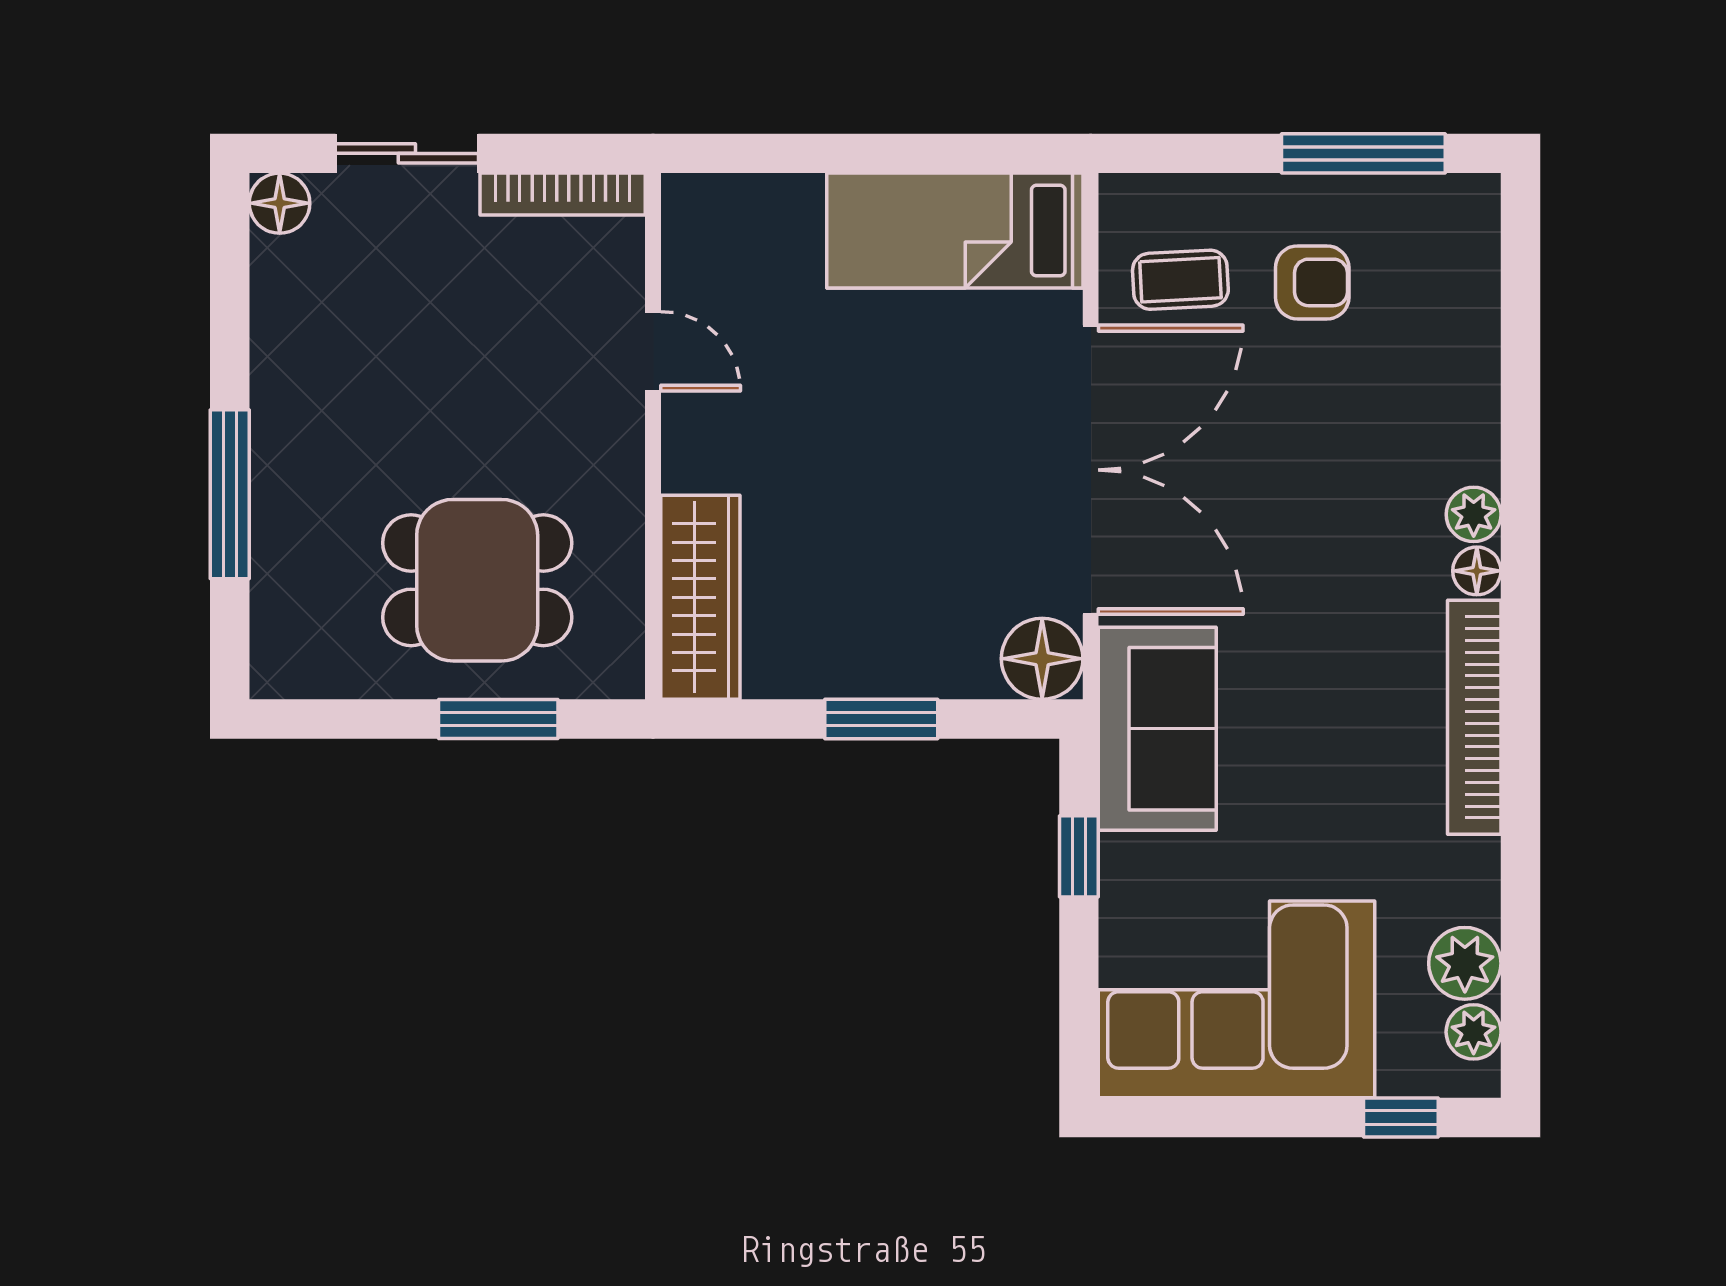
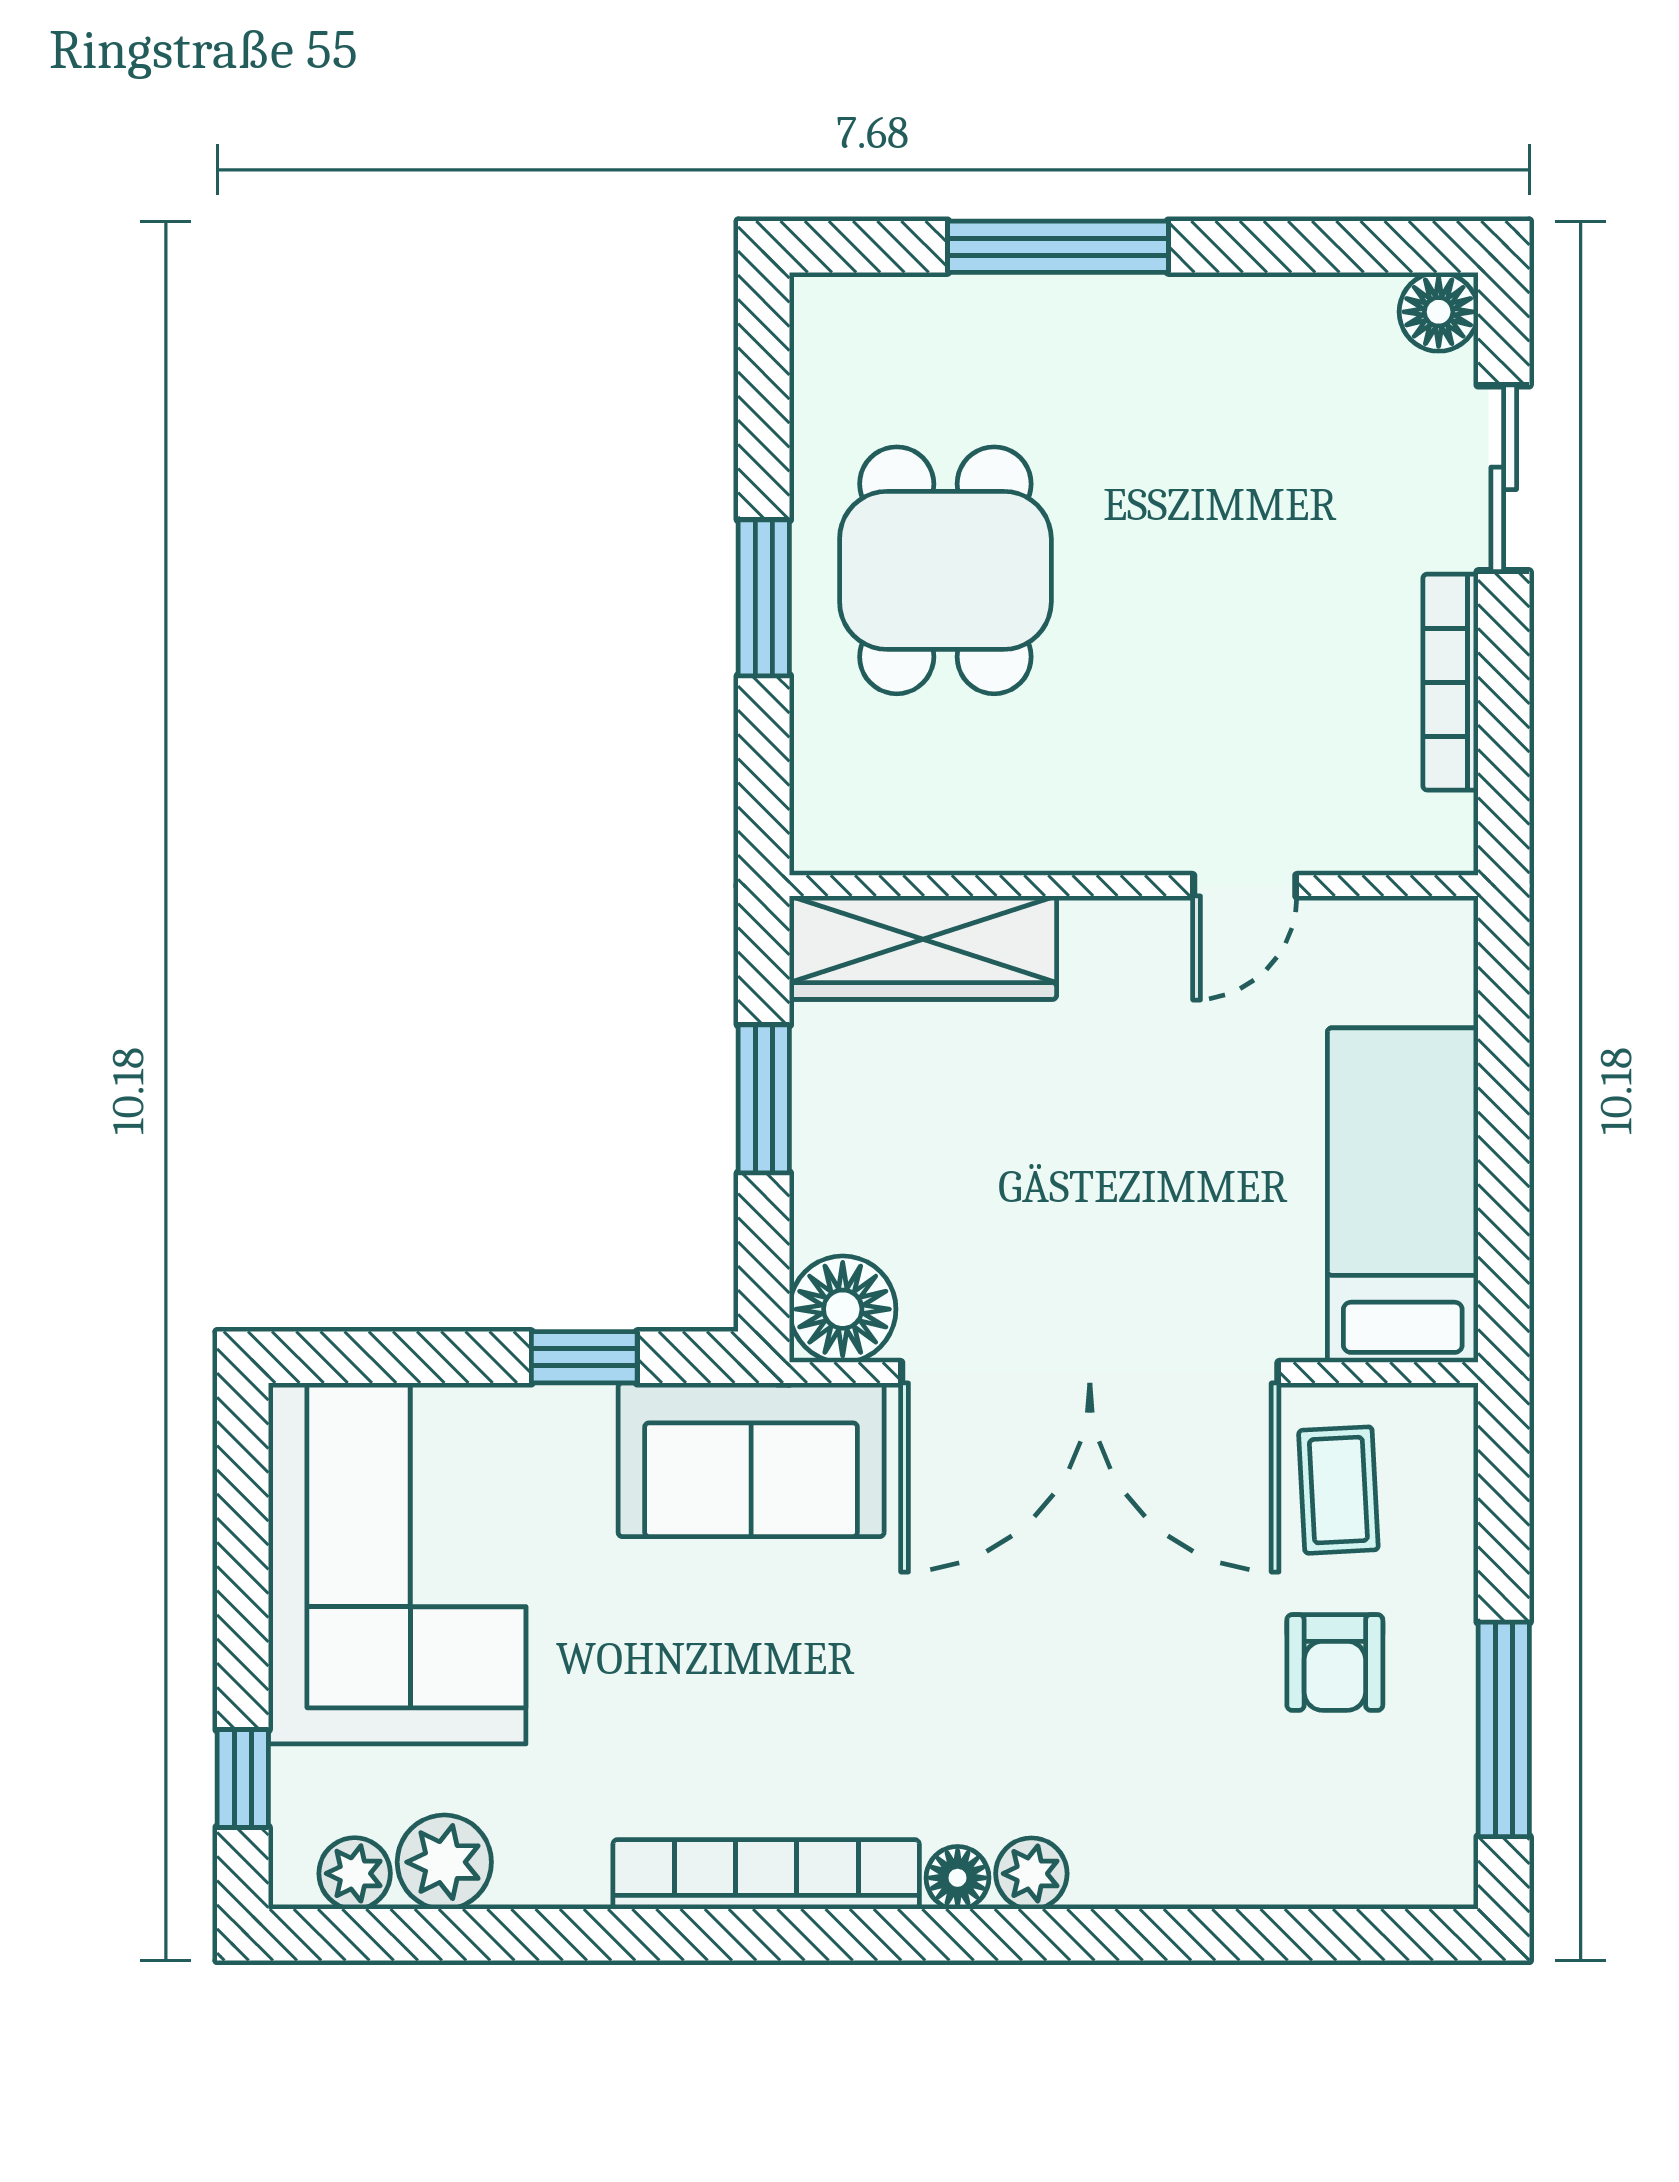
door: (653, 351) -> (1245, 886), moved
wall: (653, 436) -> (1134, 886), moved
wardrobe: (700, 597) -> (923, 948), moved

